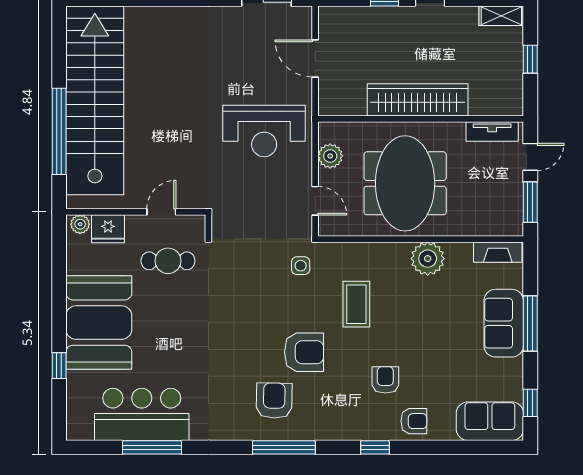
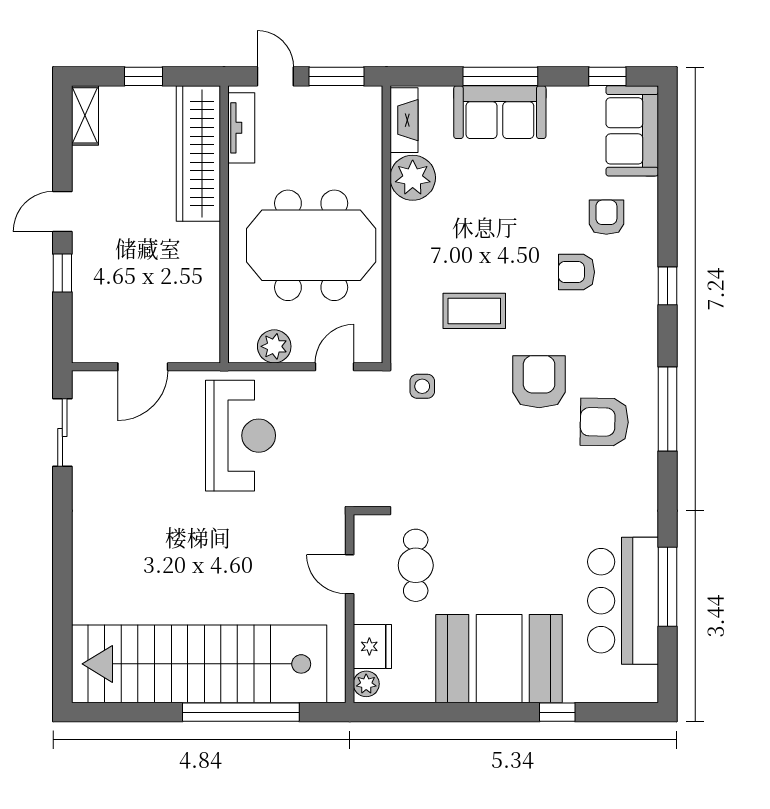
wardrobe: (418, 100) -> (198, 153), moved
plant: (428, 259) -> (413, 178), moved
armchair: (414, 421) -> (606, 217), moved

